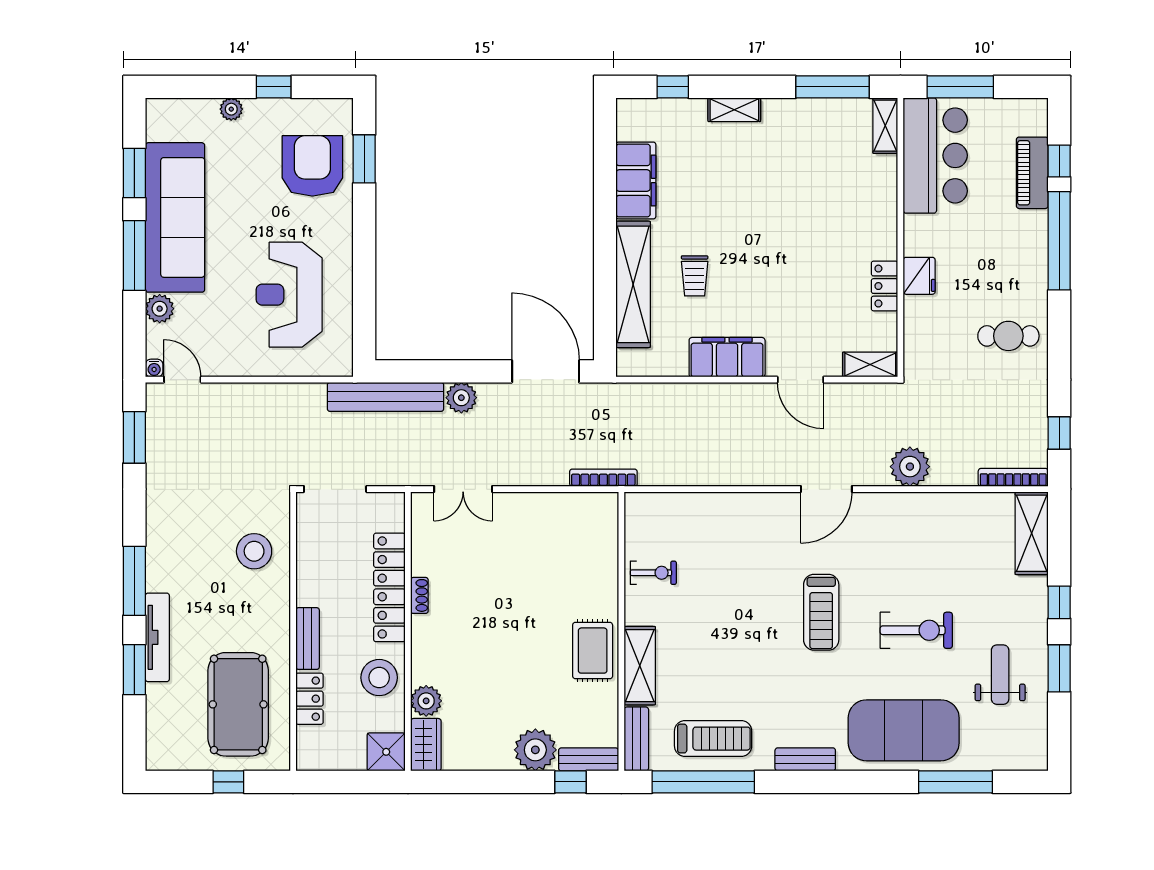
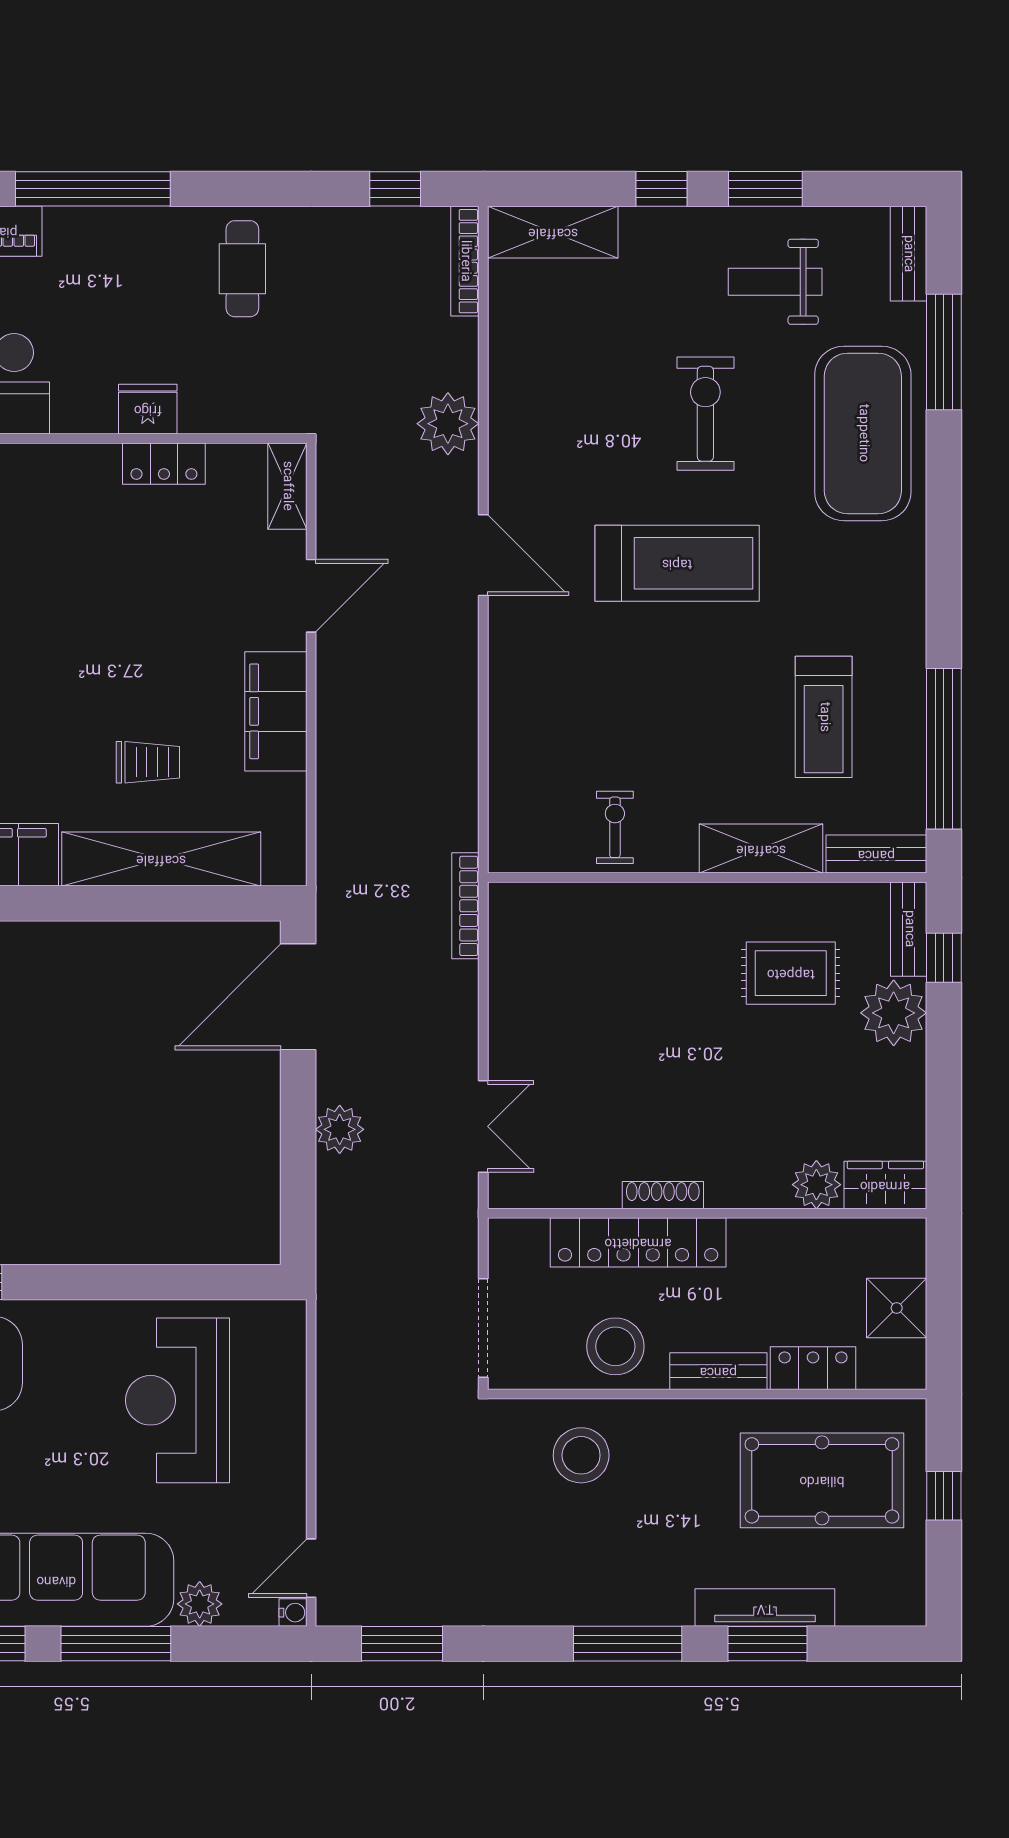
reception desk: (289, 295) -> (177, 1400), turned 90
bench: (386, 397) -> (338, 1249), removed
shoe rack: (419, 595) -> (663, 1195), width x1.43
treadmill: (821, 612) -> (677, 563), width x1.37, depth x1.38
tv unit: (157, 637) -> (765, 1608), moved
rug: (593, 651) -> (791, 973), moved
stool: (379, 678) -> (615, 1346), moved
treadmill: (713, 739) -> (824, 717), moved, turned 180
shower: (386, 752) -> (897, 1308), moved
bench: (805, 759) -> (908, 254), moved

